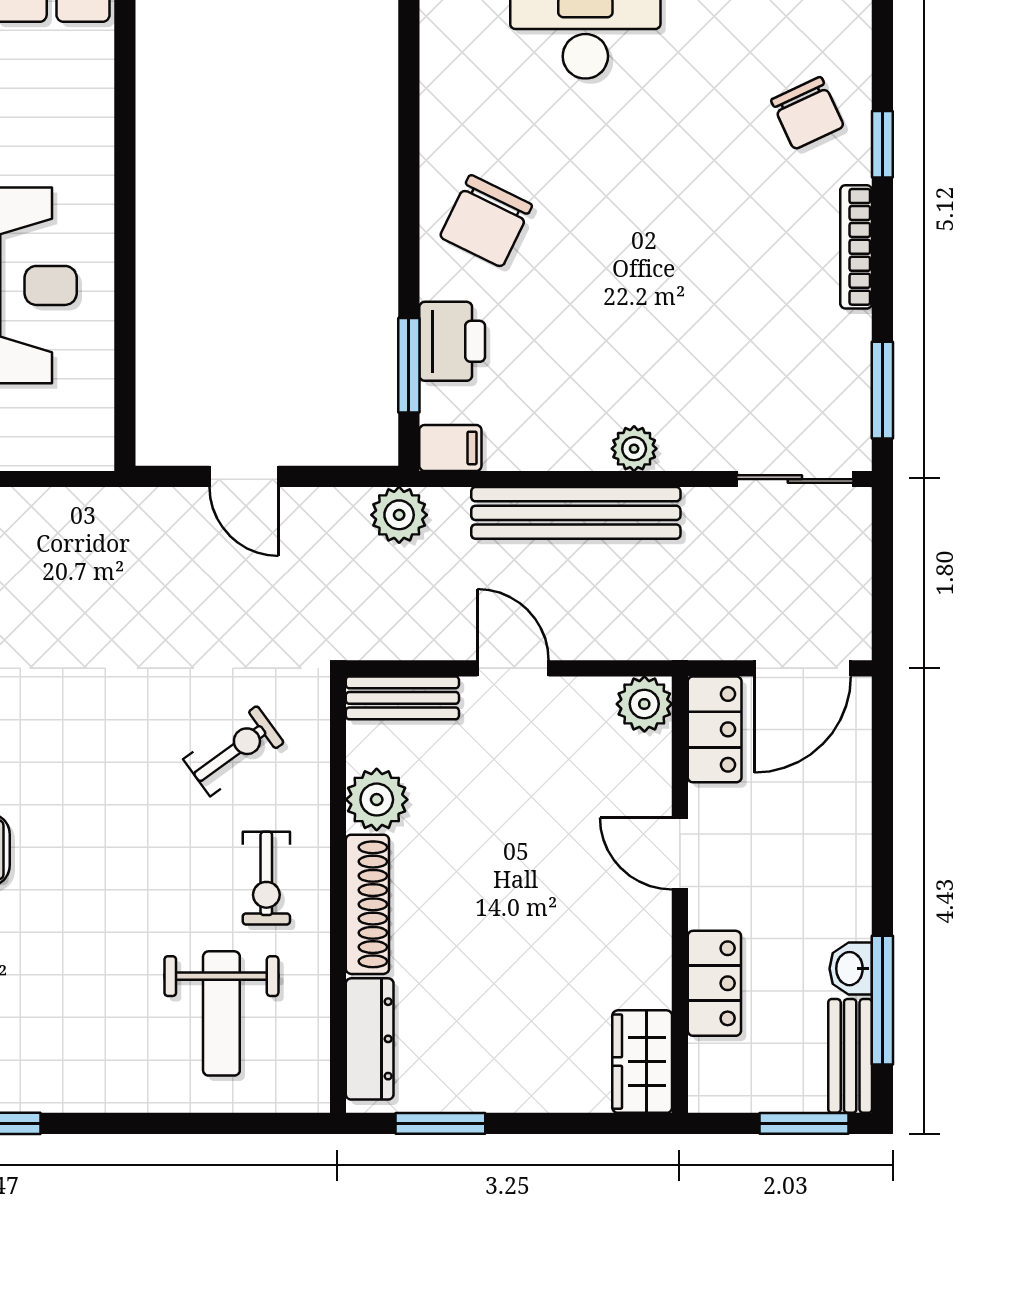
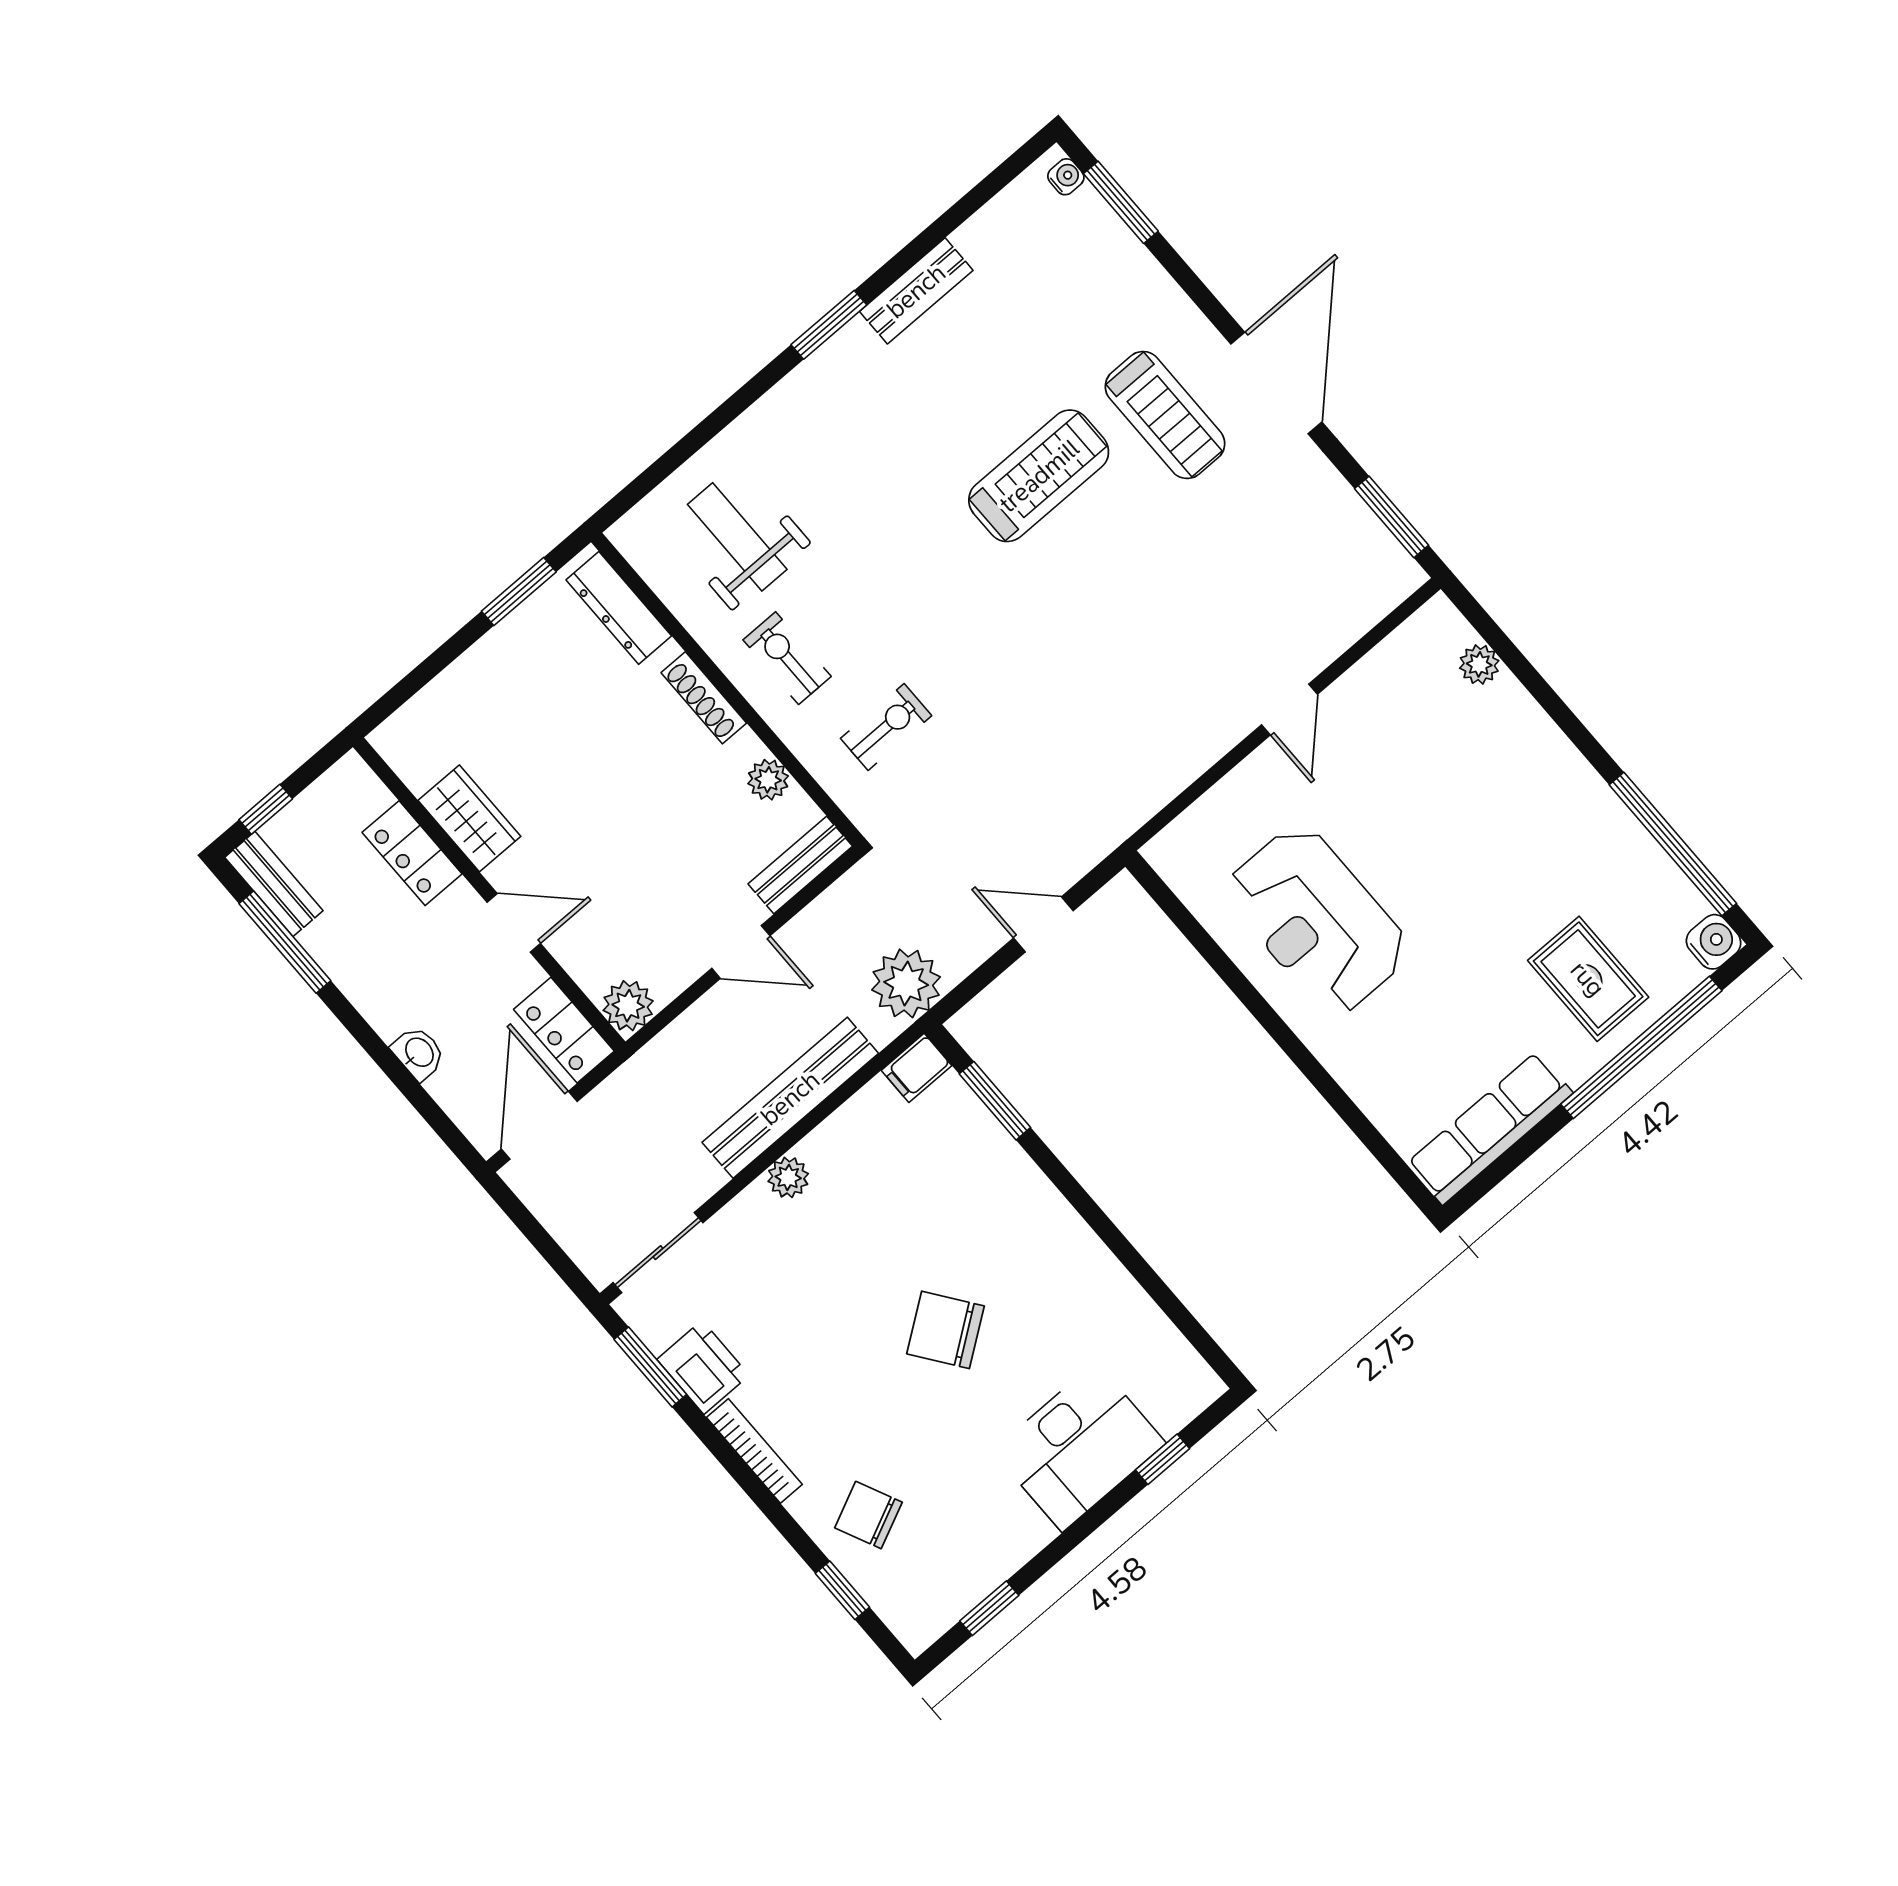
window: (882, 144) -> (842, 1590), moved
chair: (486, 221) -> (945, 1330), moved, turned -62
printer: (452, 341) -> (703, 1367), moved, turned 180
plant: (399, 515) -> (906, 983), width x1.36, depth x1.36
exercise bike: (234, 751) -> (886, 727), turned -144
plant: (377, 800) -> (768, 780), width x0.73, depth x0.73
shoe rack: (367, 904) -> (704, 698), width x0.74, depth x0.81
washbasin: (851, 969) -> (419, 1053), moved
wardrobe: (642, 1062) -> (469, 818), moved
window: (804, 1123) -> (266, 809), width x0.67

